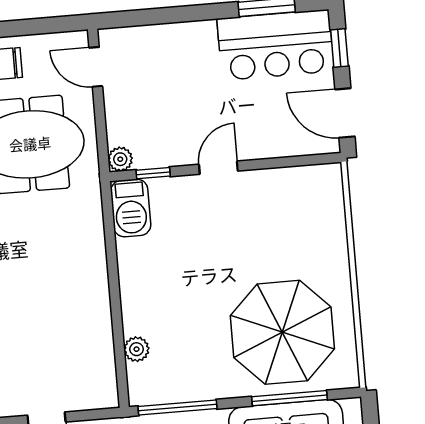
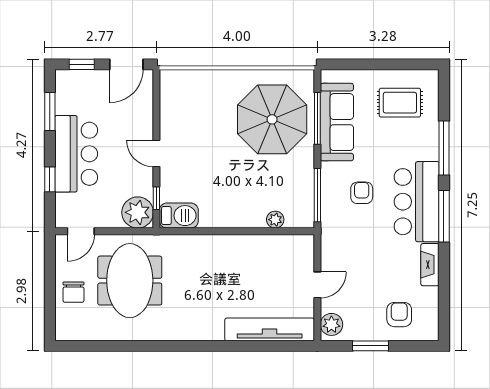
window: (168, 15) -> (50, 179), added
bar counter: (275, 45) -> (76, 154), moved
plant: (120, 159) -> (138, 212), width x1.87, depth x1.87

